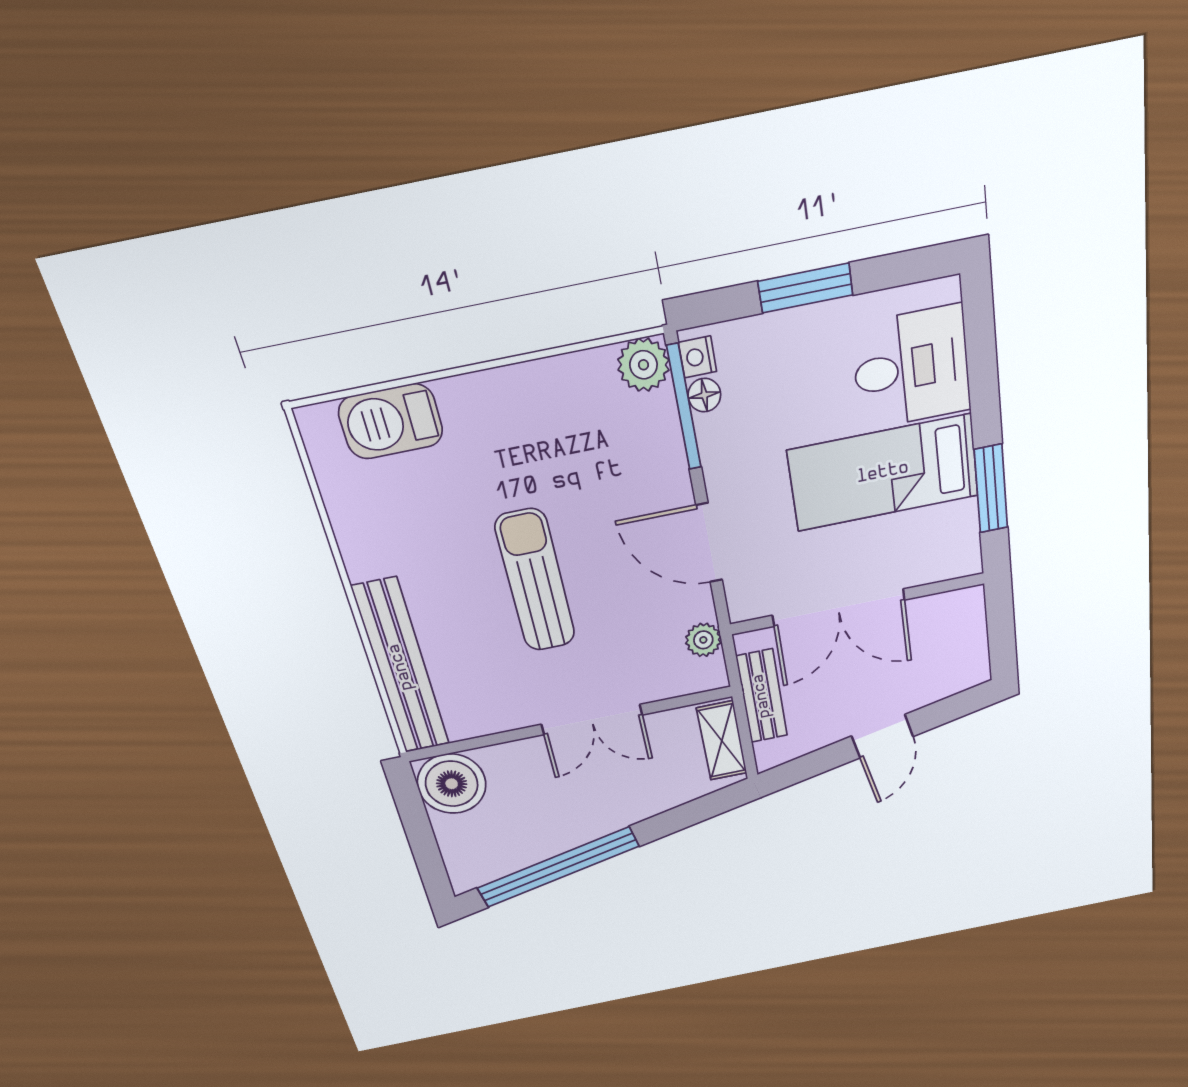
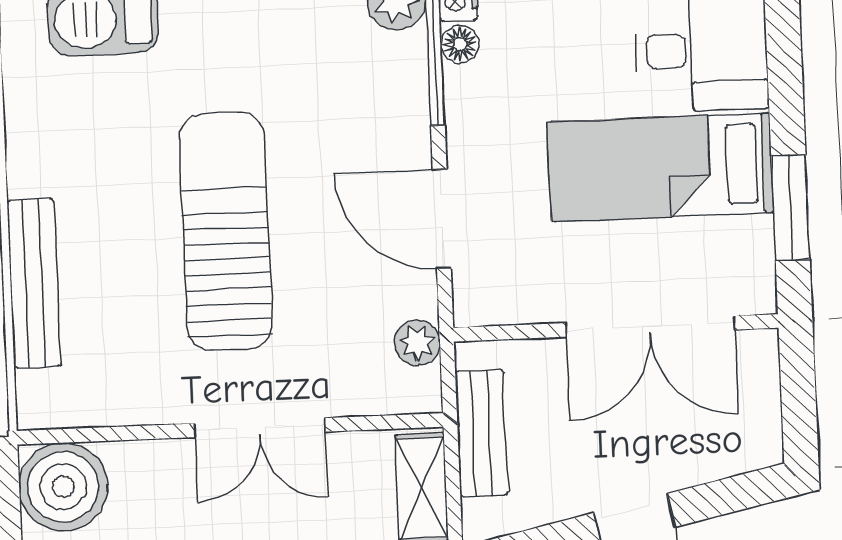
sun lounger: (535, 581) -> (226, 231), width x1.36, depth x1.34
double door: (839, 608) -> (650, 326), moved
bench: (401, 667) -> (34, 283), width x0.73, depth x0.82

